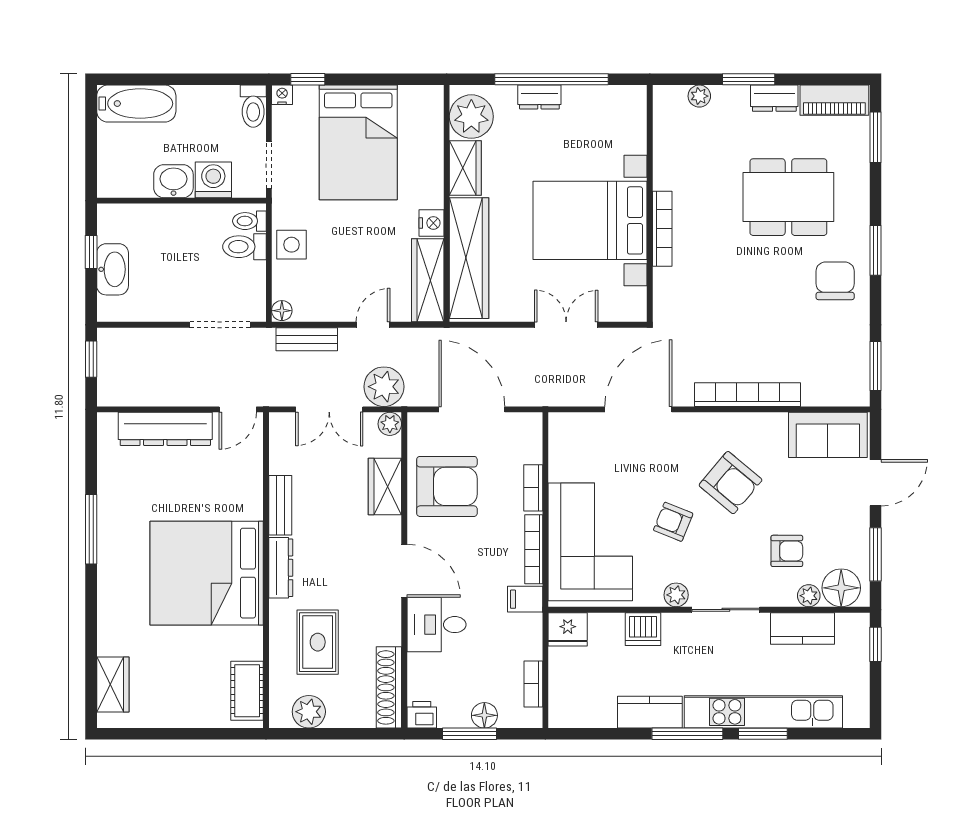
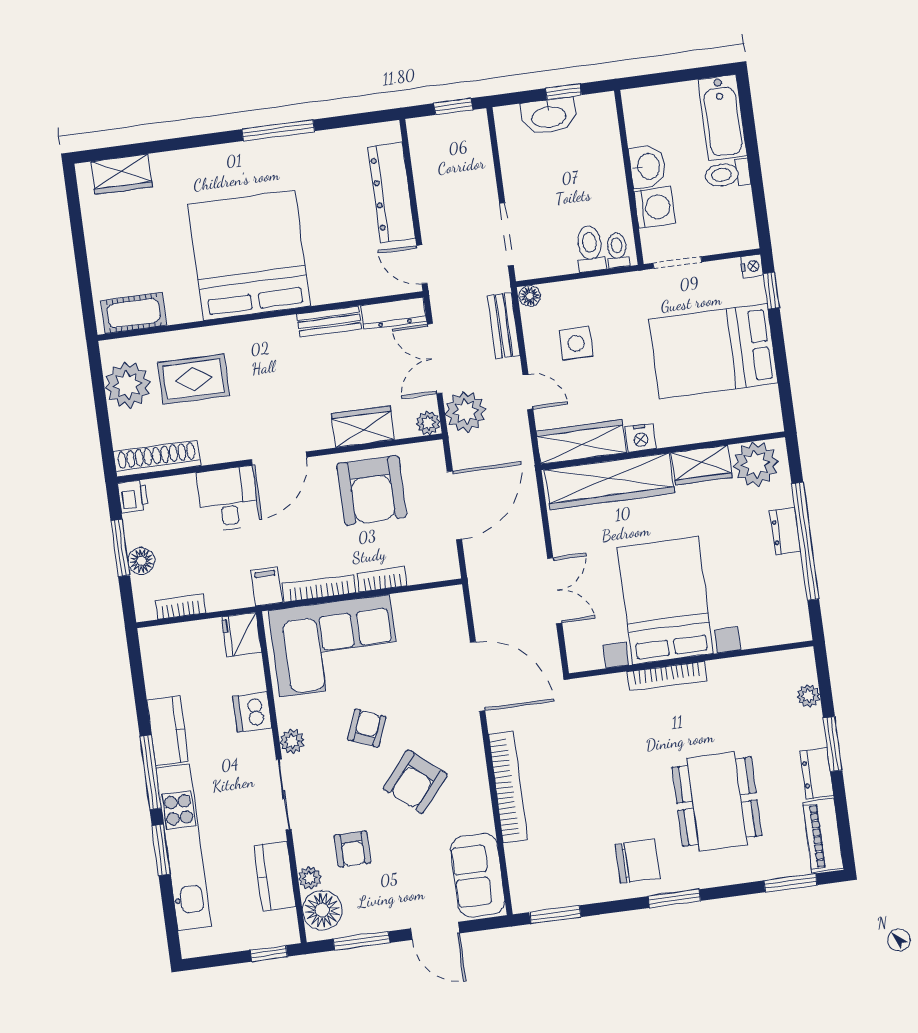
toilet: (253, 106) -> (727, 174), moved
side table: (291, 245) -> (576, 343), moved
dresser: (281, 568) -> (394, 313), moved
plant: (309, 712) -> (128, 385), width x1.36, depth x1.36

